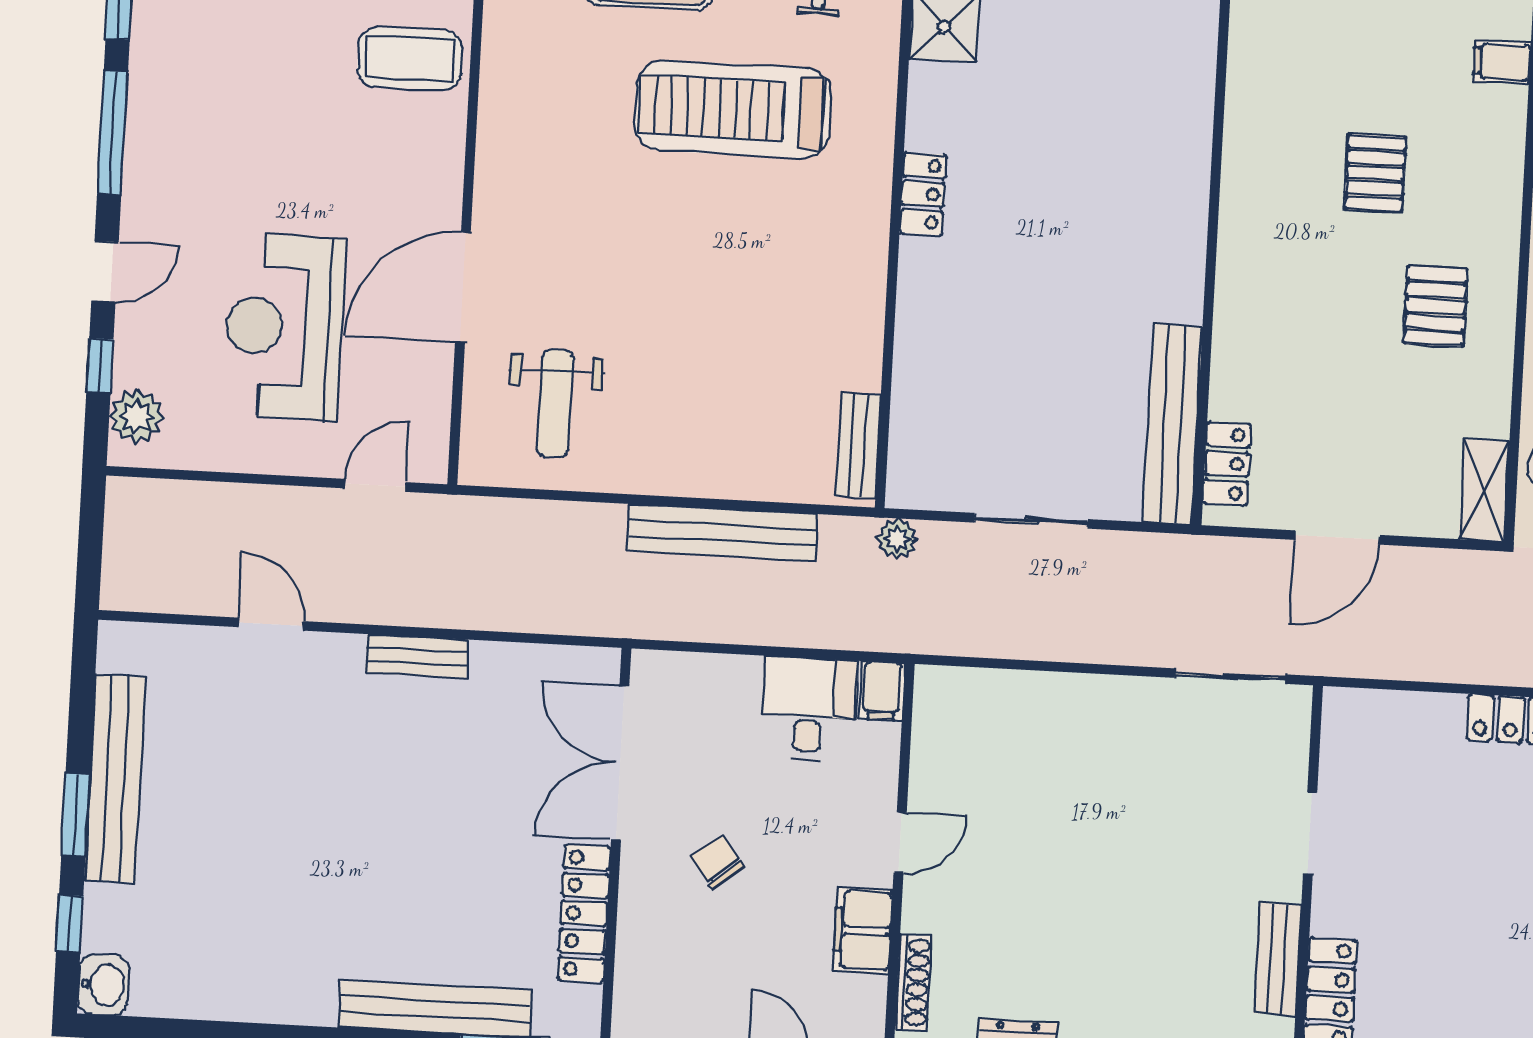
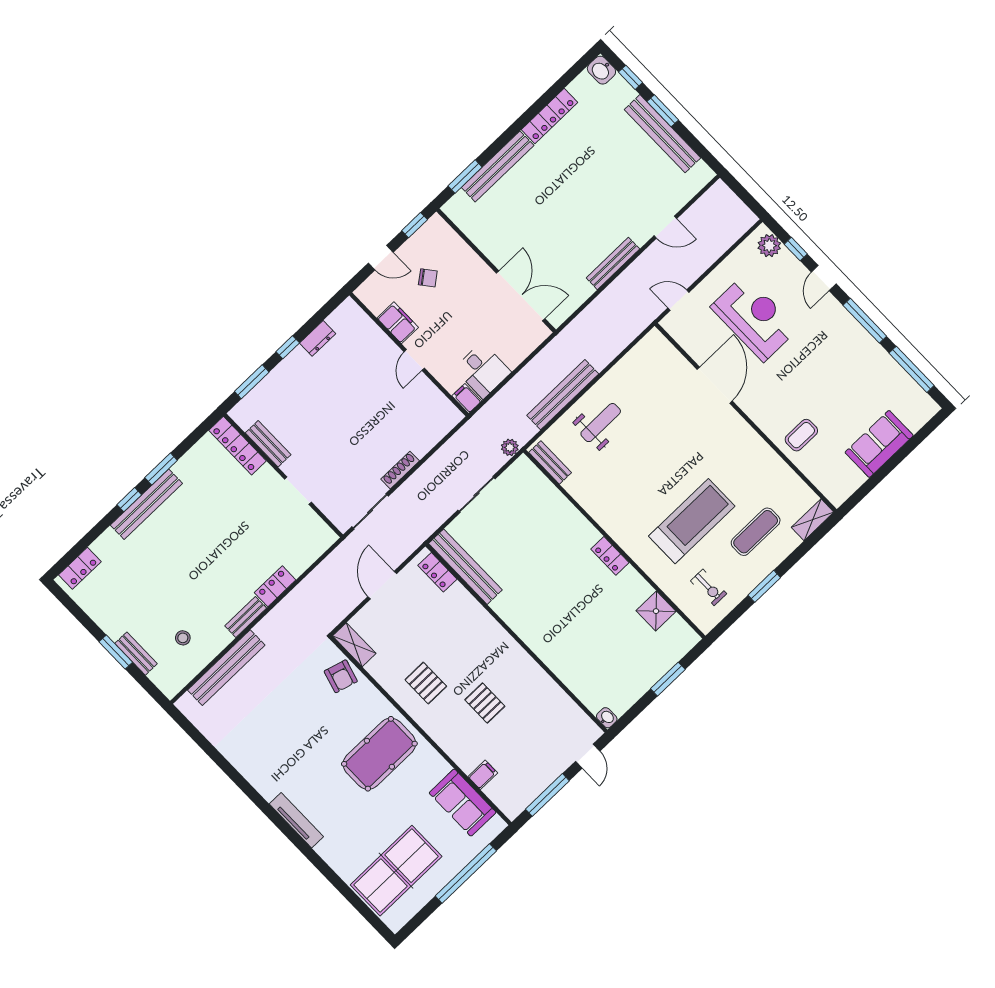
coffee table: (410, 59) -> (801, 435), width x0.73, depth x0.77
weight bench: (555, 404) -> (601, 423), moved, turned 90
door: (375, 485) -> (678, 300), swing flipped
bench: (417, 656) -> (613, 263), width x1.36
chair: (717, 862) -> (428, 278), moved
locker: (584, 913) -> (550, 116), moved, turned 90
shoe rack: (914, 982) -> (400, 470), moved, turned 90

